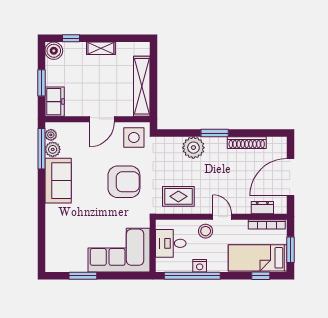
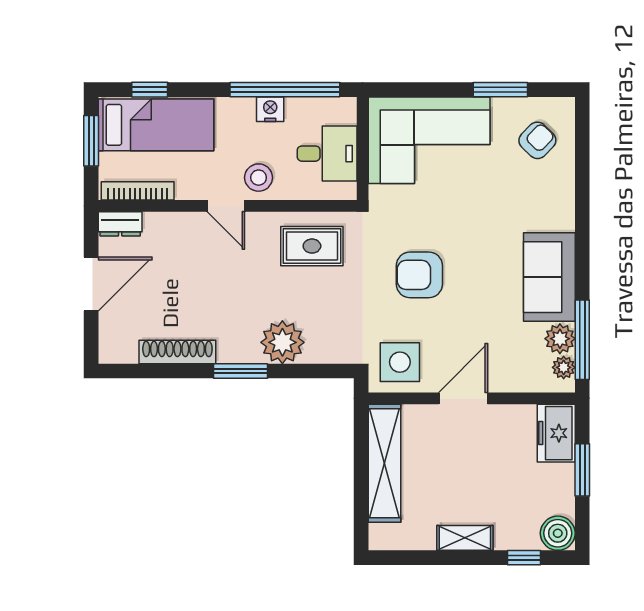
door: (290, 177) -> (91, 284), width x0.73
armchair: (124, 182) -> (419, 275), width x0.73, depth x0.73
dresser: (262, 208) -> (120, 224), moved
armchair: (64, 250) -> (537, 140), added

